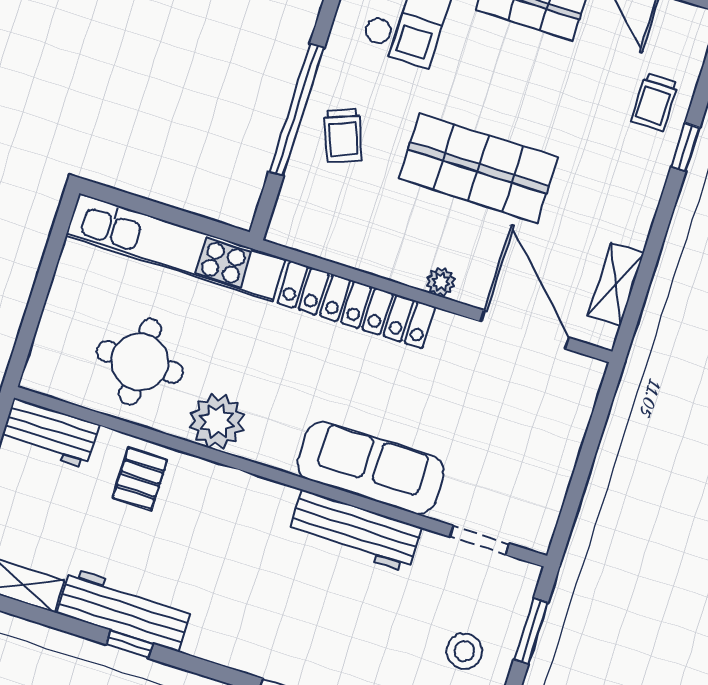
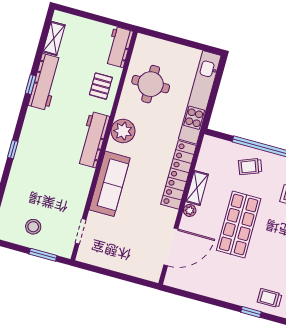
shelving: (616, 284) -> (197, 188), moved, turned 90
plant: (217, 421) -> (123, 131), moved
pallet: (140, 479) -> (101, 86), turned 90
workbench: (355, 531) -> (93, 140), moved

